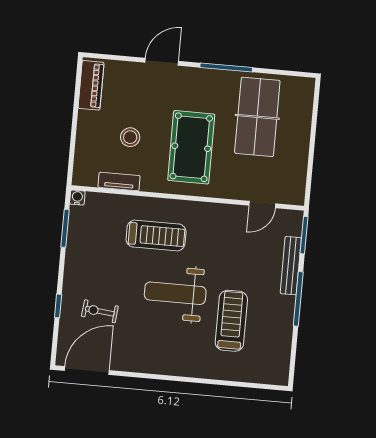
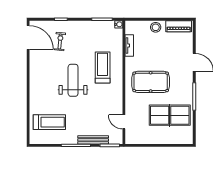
stool: (130, 137) -> (156, 27), moved
treadmill: (156, 236) -> (103, 67), turned 180
treadmill: (231, 321) -> (49, 122), moved

